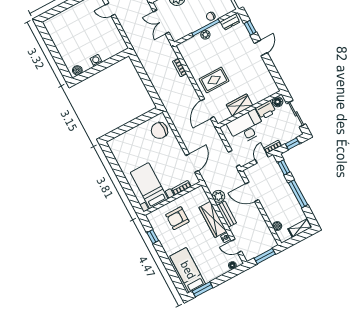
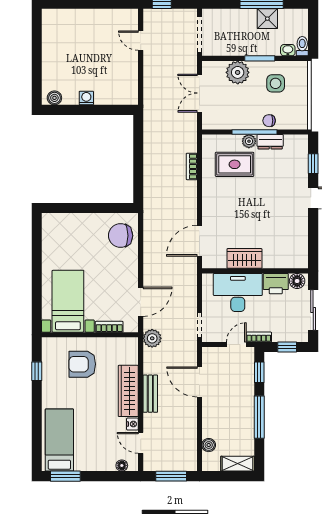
dresser: (230, 22) -> (270, 142), moved
rug: (214, 80) -> (235, 164), moved
plant: (219, 196) -> (152, 338), moved

